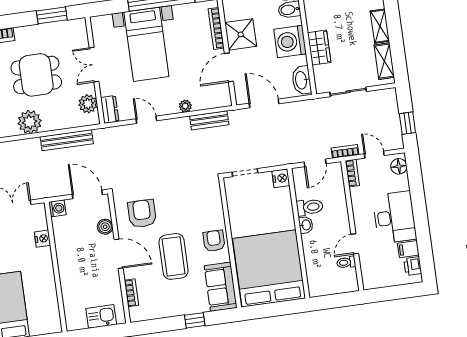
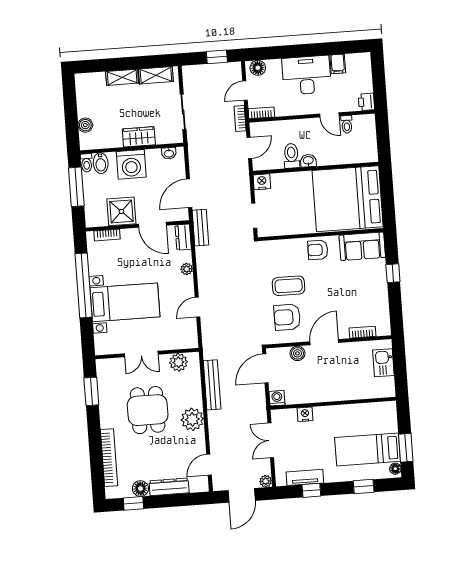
bookcase: (216, 28) -> (107, 235), width x0.64
washbasin: (302, 80) -> (169, 153), width x0.52, depth x0.69
dresser: (110, 109) -> (183, 237), moved, turned -90
bench: (209, 120) -> (200, 228), moved
door: (315, 163) -> (249, 148), hinge flipped
coffee table: (174, 256) -> (289, 286), moved, width x0.73, depth x0.76
printer: (413, 266) -> (366, 102), moved, turned 90

